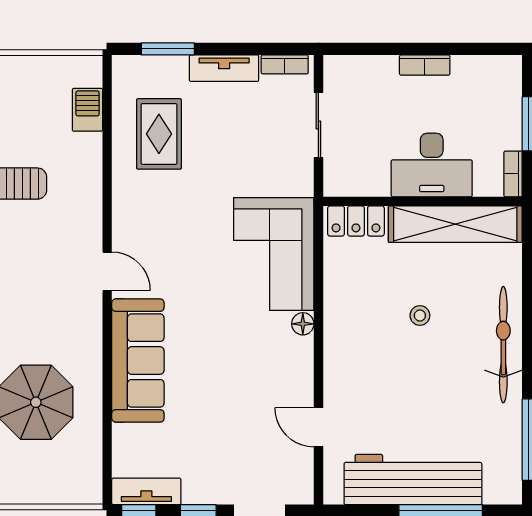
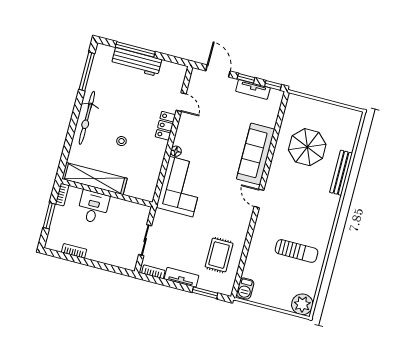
bookcase: (425, 65) -> (74, 251), moved
barbecue: (88, 110) -> (245, 289), moved
desk: (432, 165) -> (93, 207), width x0.73
locker: (356, 221) -> (165, 126), moved, turned -90
workbench: (413, 480) -> (137, 62), width x0.73, depth x0.76
tv unit: (146, 491) -> (253, 90), moved

